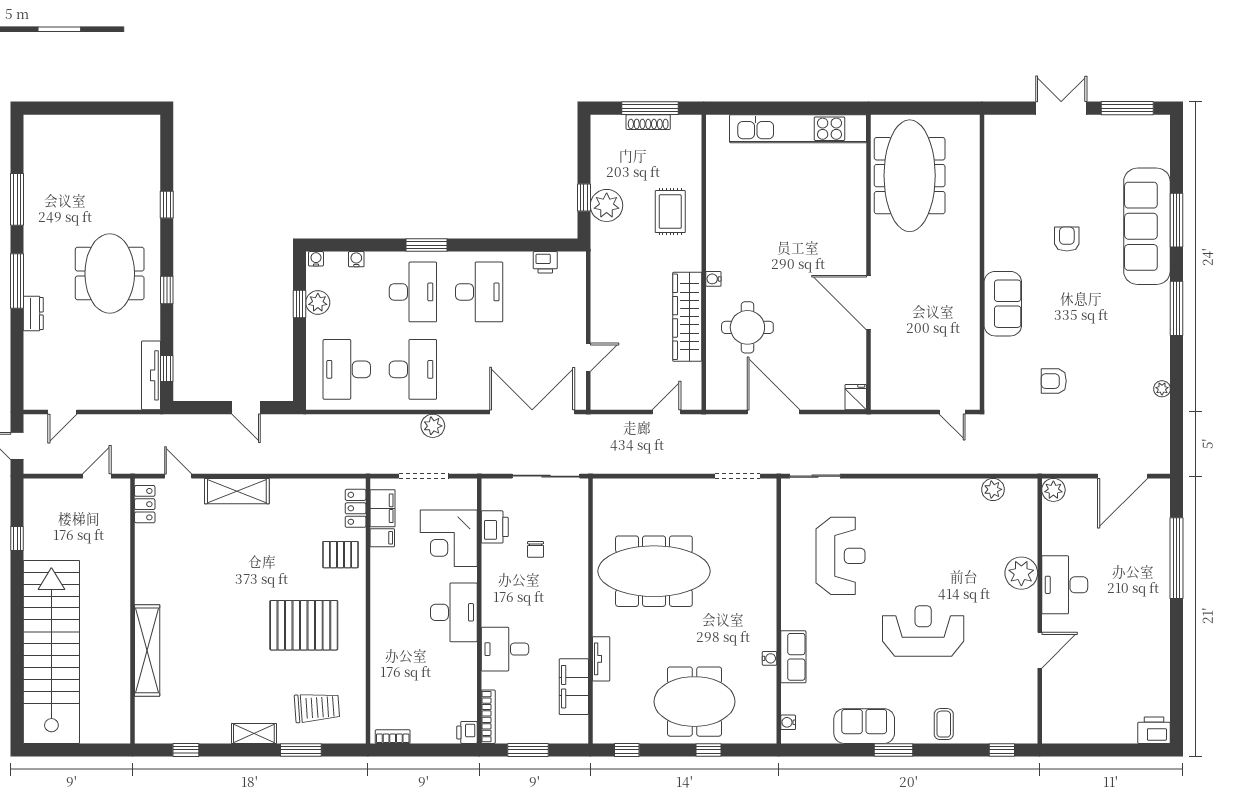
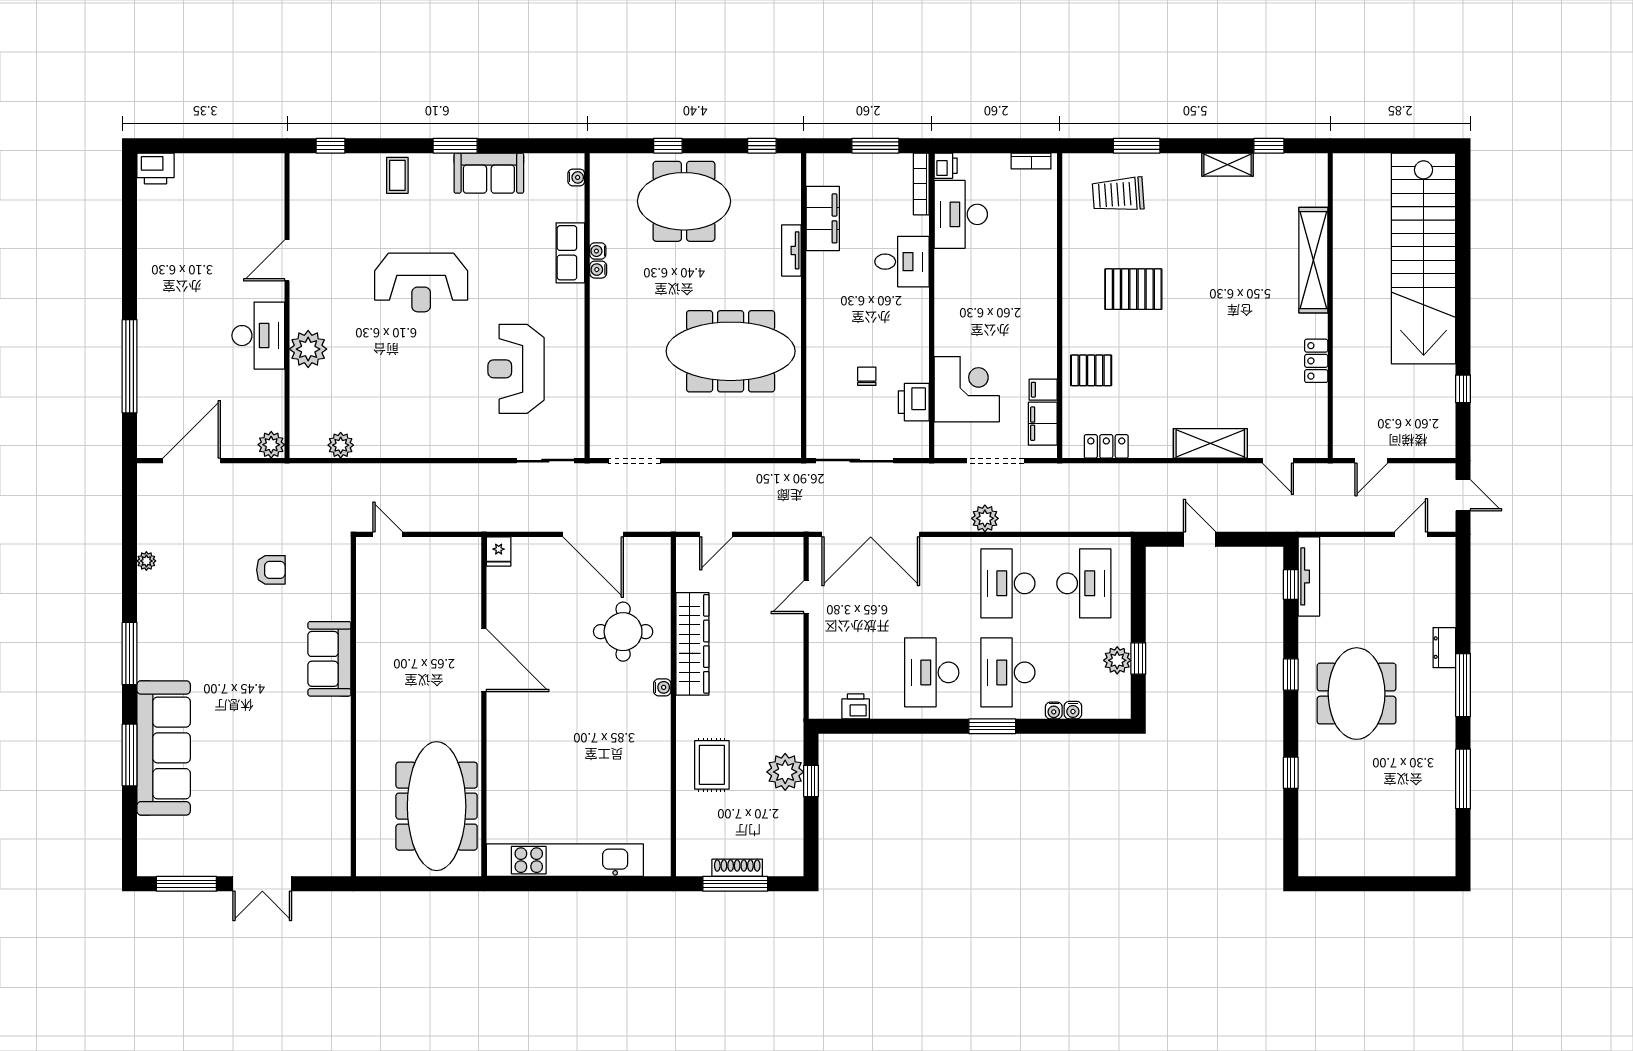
armchair: (1067, 239) -> (256, 733), removed
water cooler: (316, 259) -> (1054, 711), moved
locker: (145, 504) -> (1316, 361), moved
locker: (356, 508) -> (1106, 446), moved, turned -90
desk: (454, 612) -> (961, 214), moved
pallet: (304, 625) -> (1133, 289), width x0.73, depth x0.71
water cooler: (769, 642) -> (598, 270), added
shelving: (254, 733) -> (1227, 165), moved

